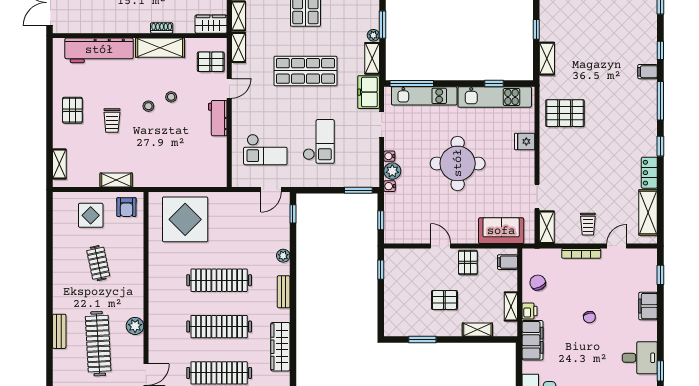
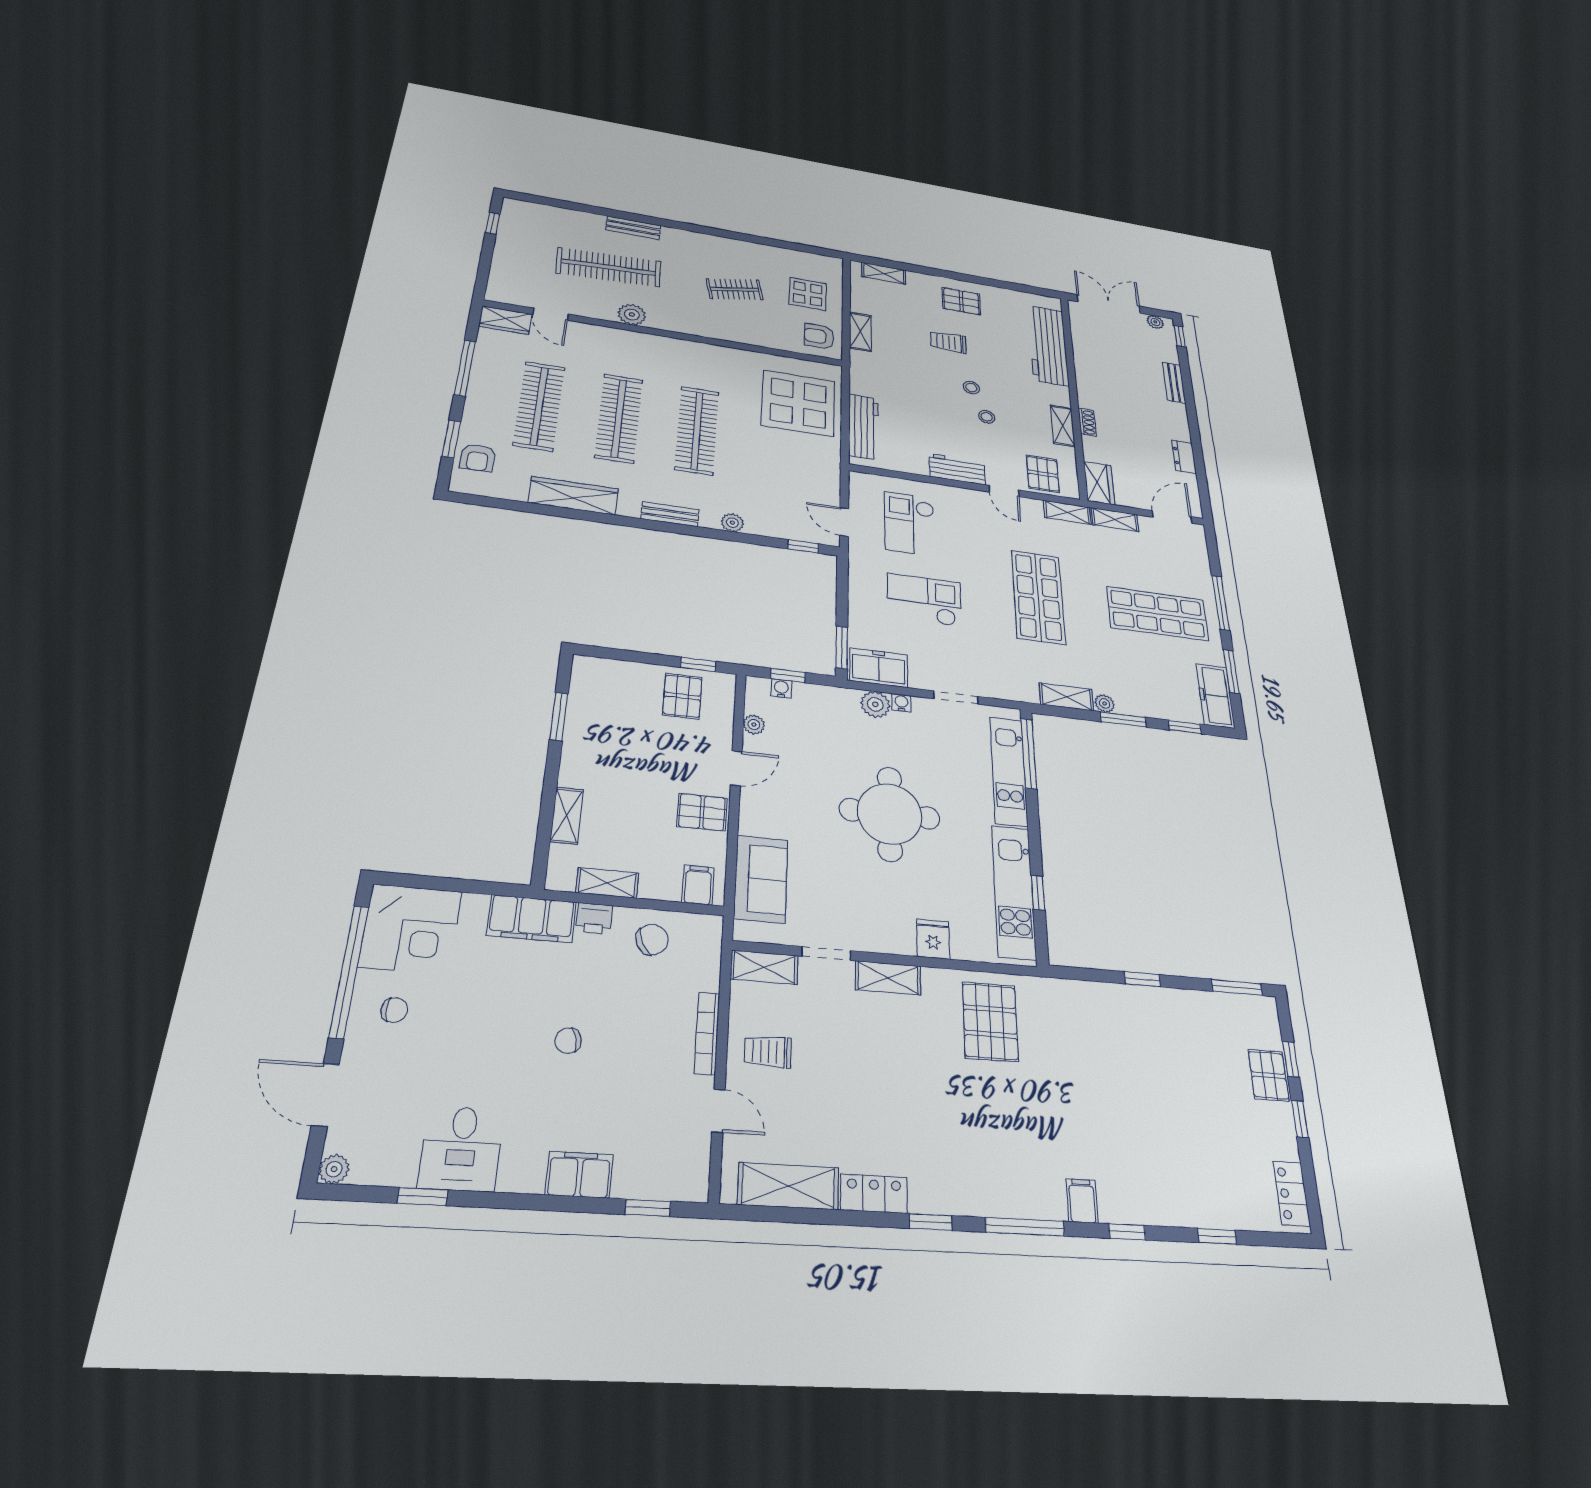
shelving: (160, 48) -> (1063, 426), width x0.67, depth x0.75
shelving: (547, 59) -> (888, 978), moved
freezer: (369, 92) -> (879, 668), moved
checkout: (319, 141) -> (924, 600), turned 180
workbench: (196, 178) -> (863, 427), added
water cooler: (390, 186) -> (781, 688), moved
plant: (414, 238) -> (754, 725), added
pallet: (444, 300) -> (682, 696), moved

